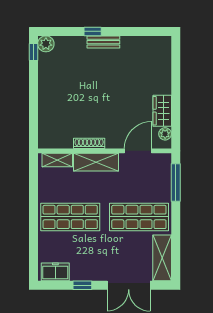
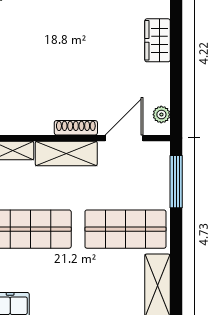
wardrobe: (162, 111) -> (158, 40), moved
shoe rack: (89, 143) -> (76, 128), moved

